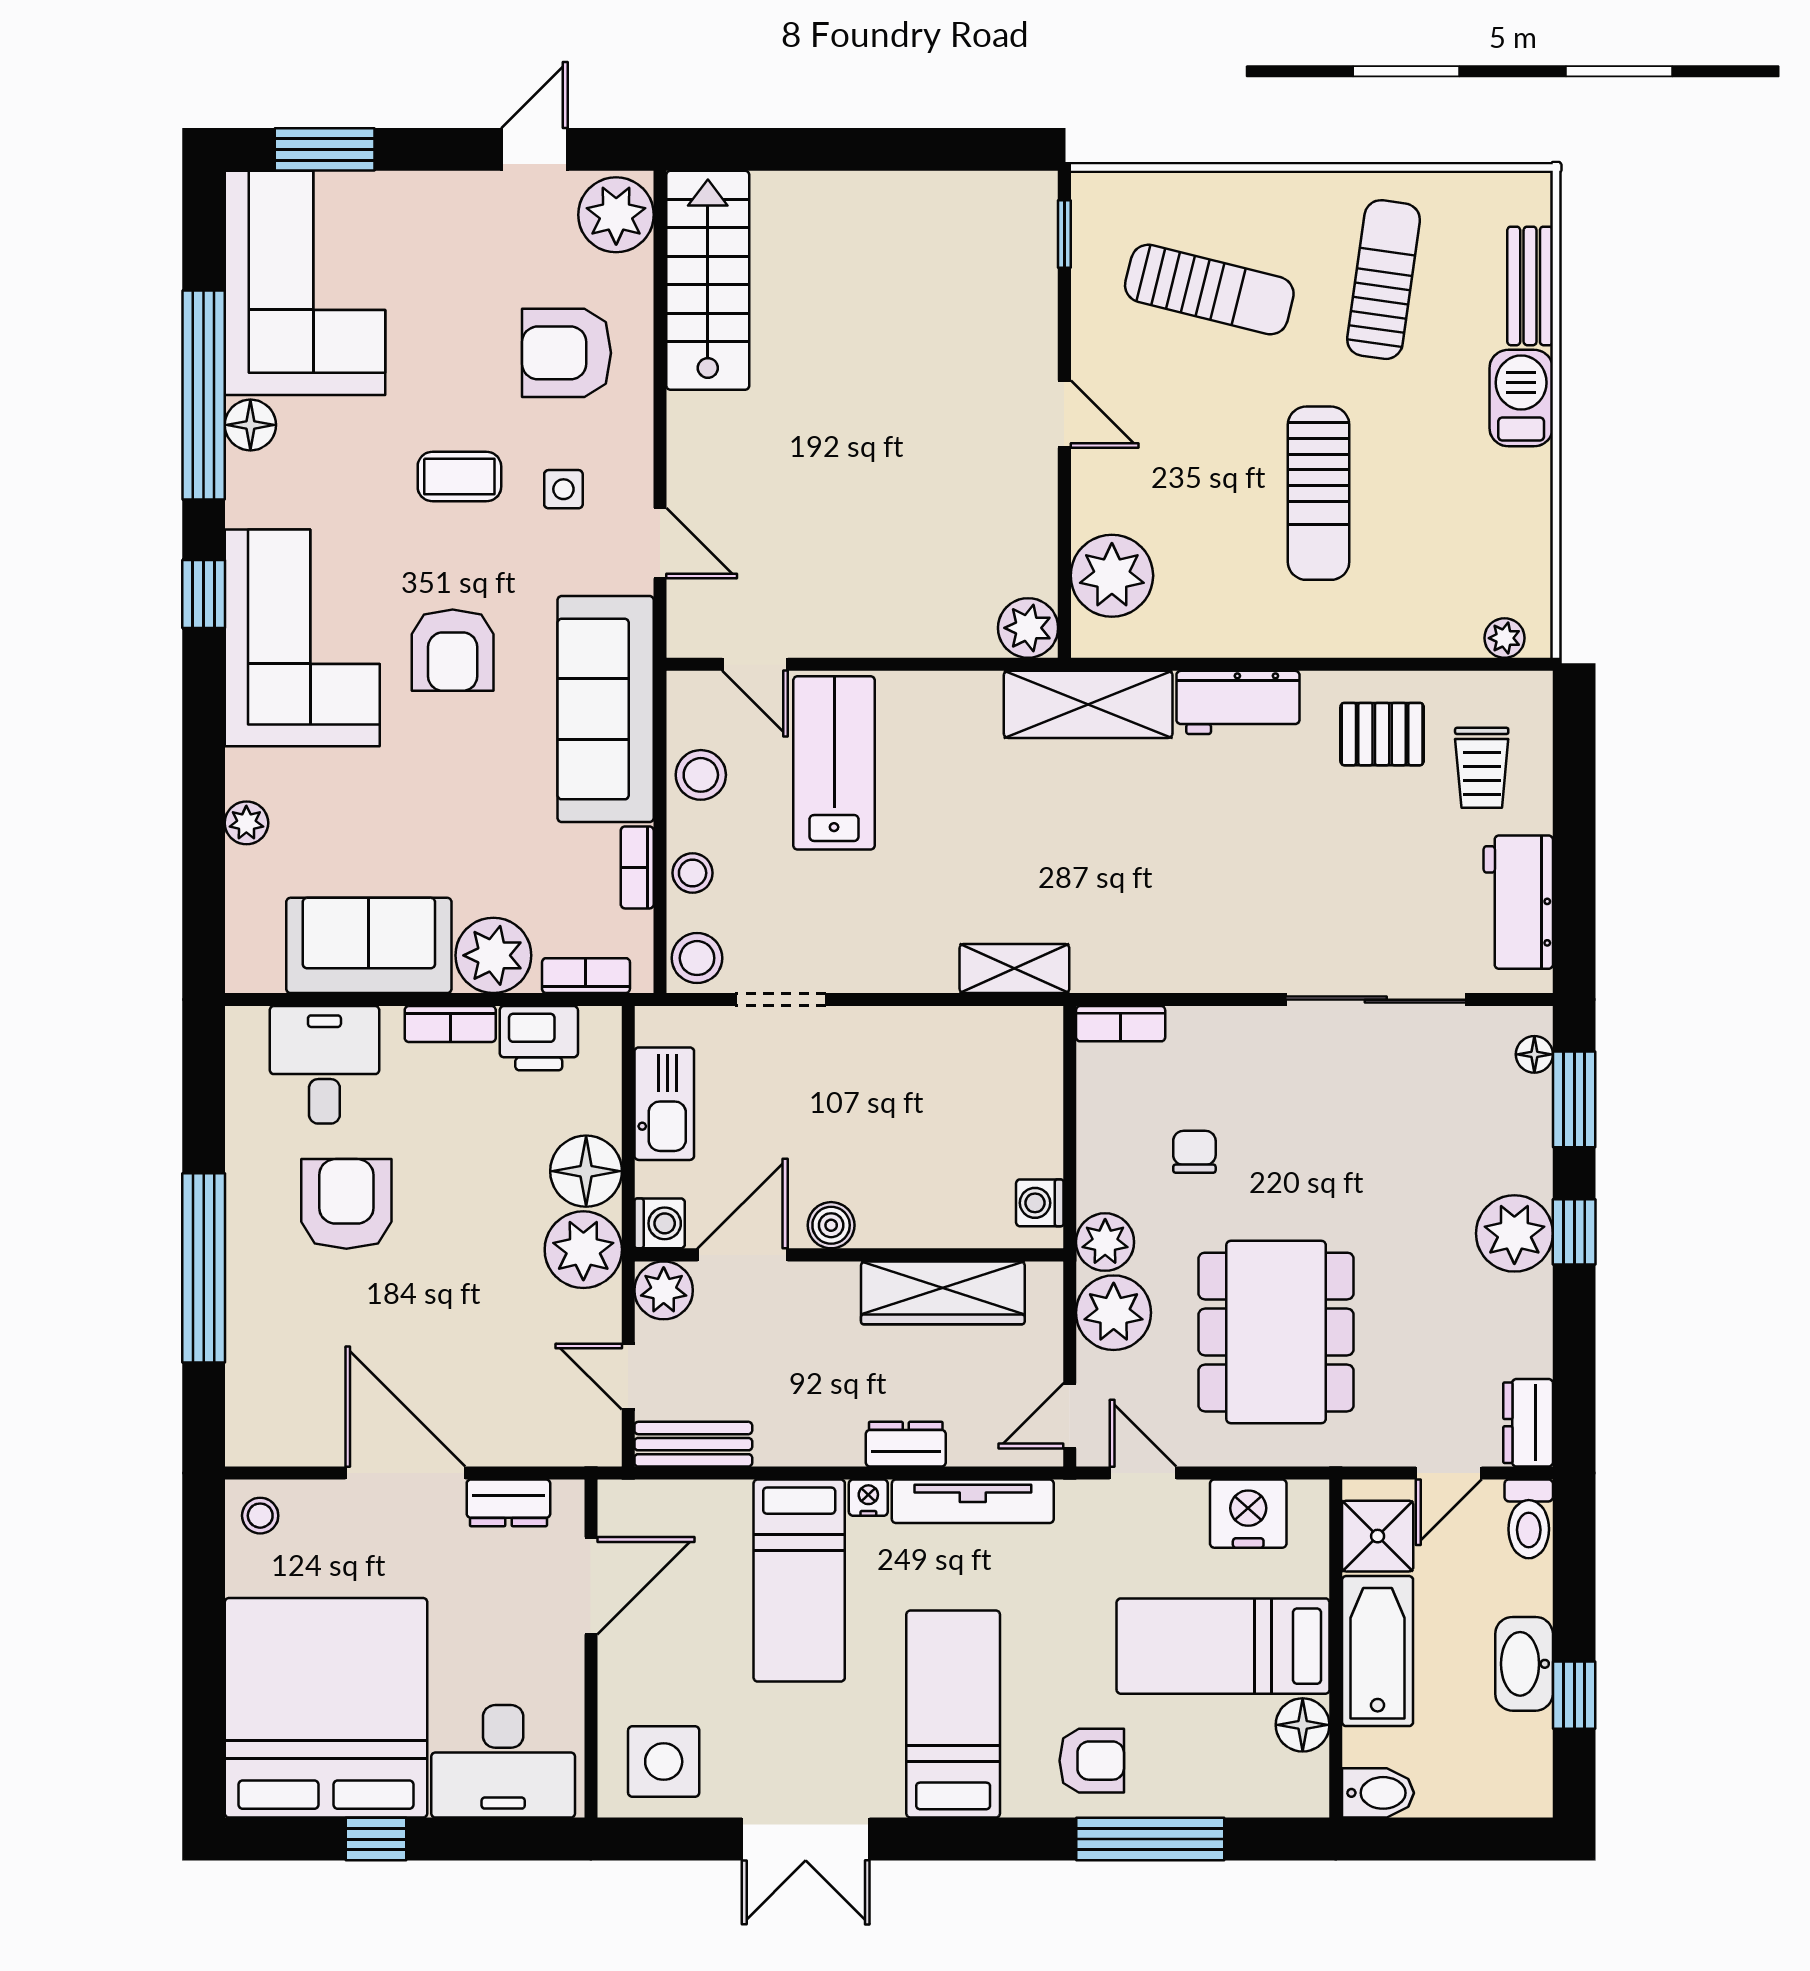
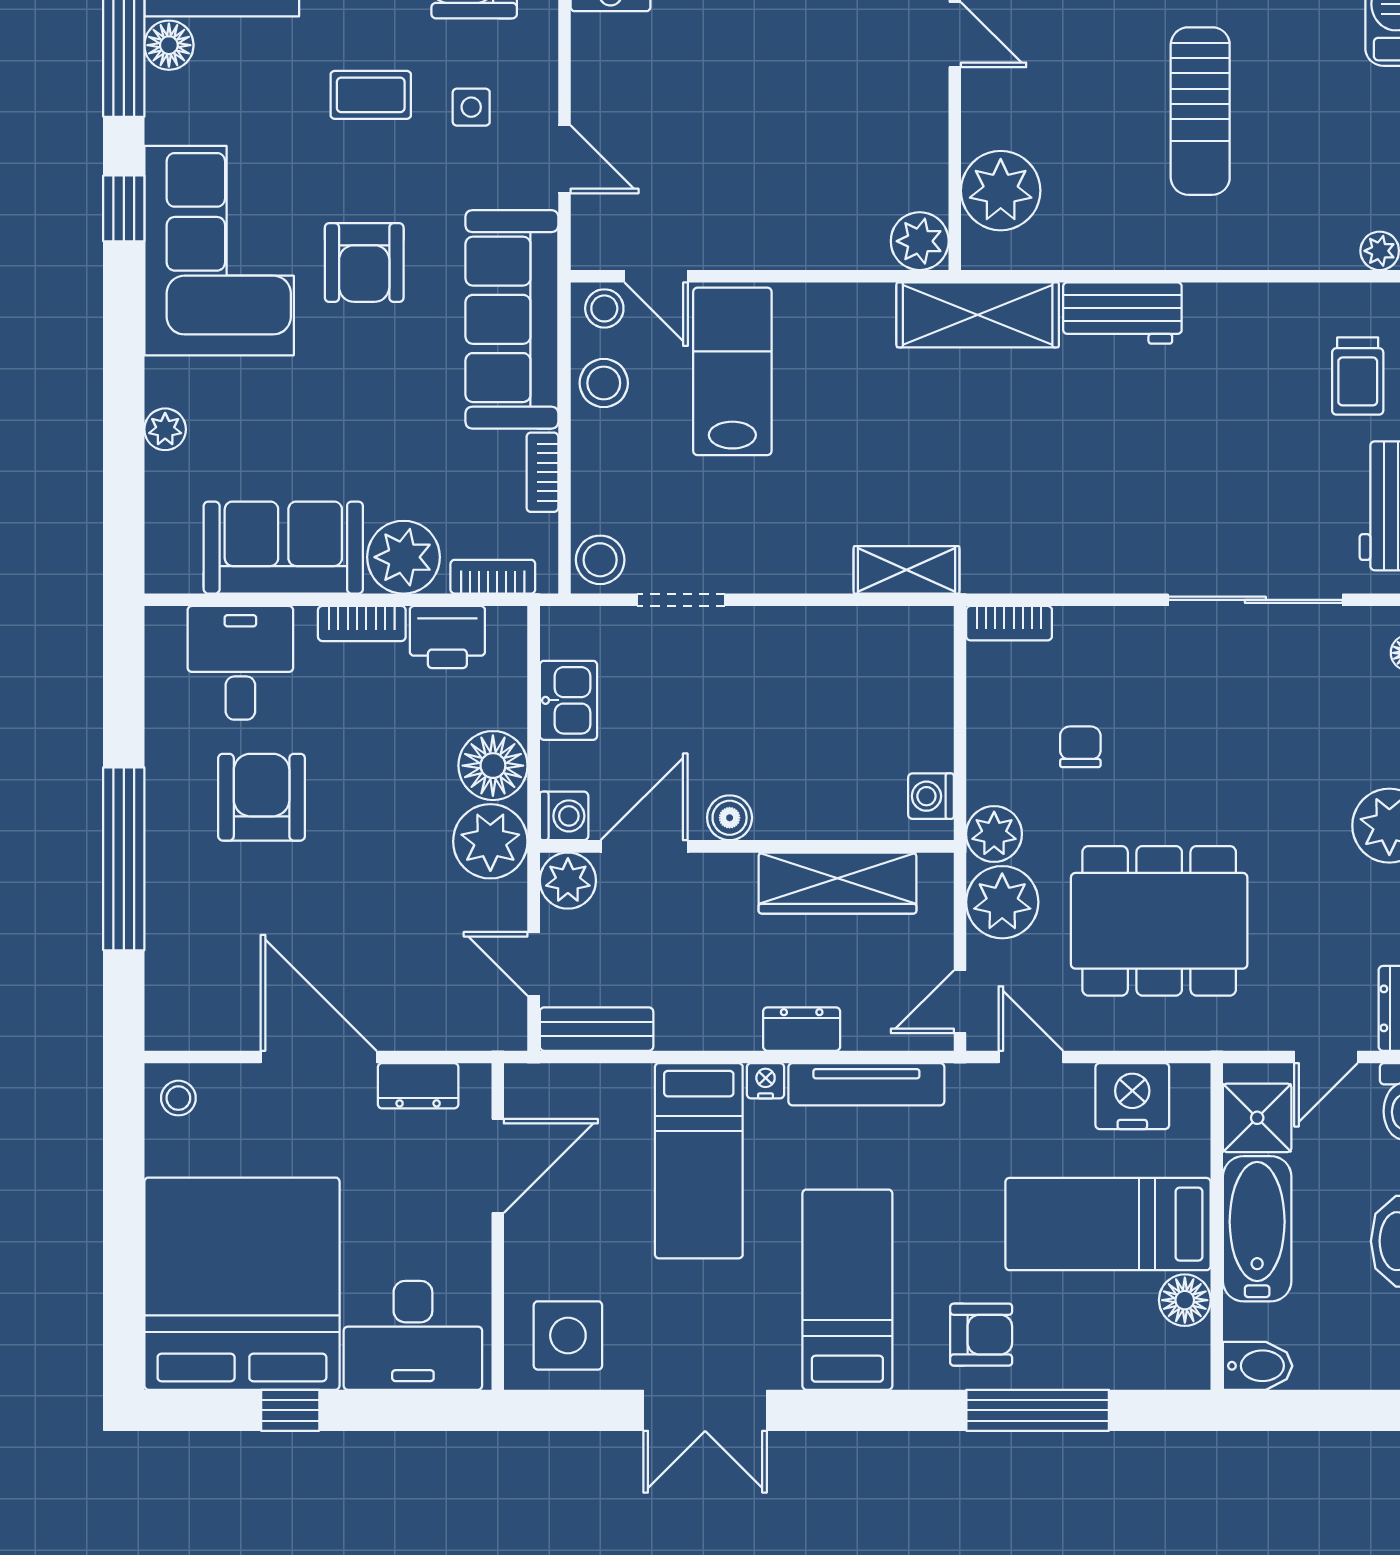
pallet: (1382, 734) -> (1262, 344), removed
stool: (693, 873) -> (604, 308), moved
kitchen sink: (664, 1104) -> (568, 700), width x0.73
dining table: (1276, 1332) -> (1159, 921), turned 90

